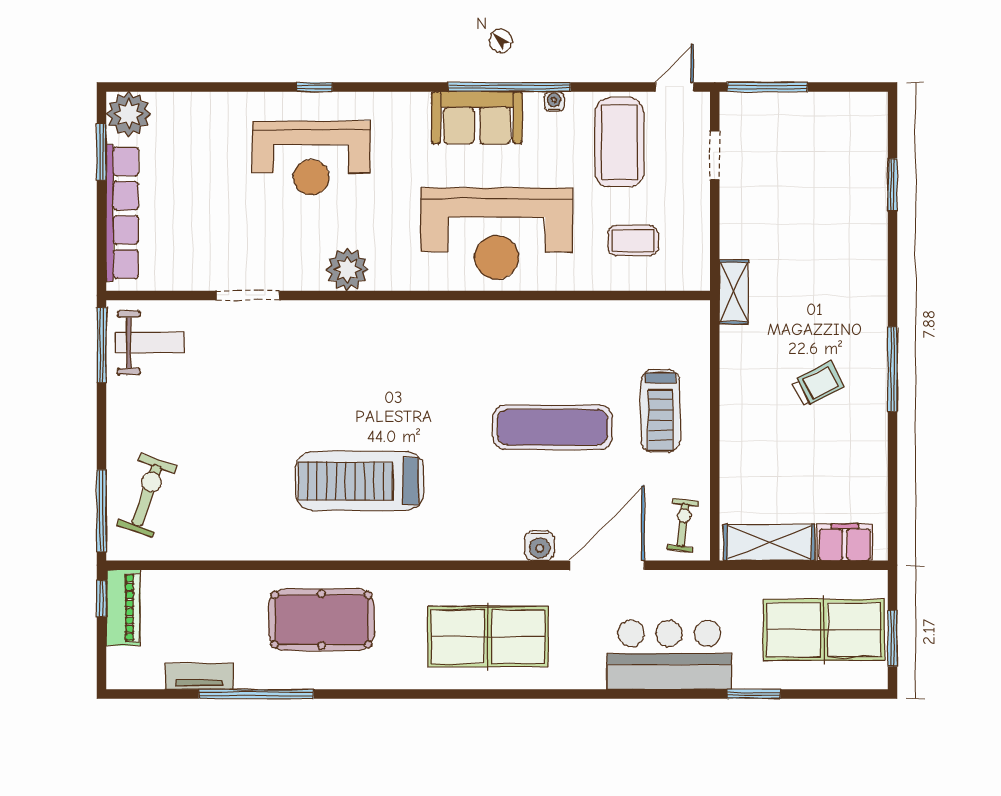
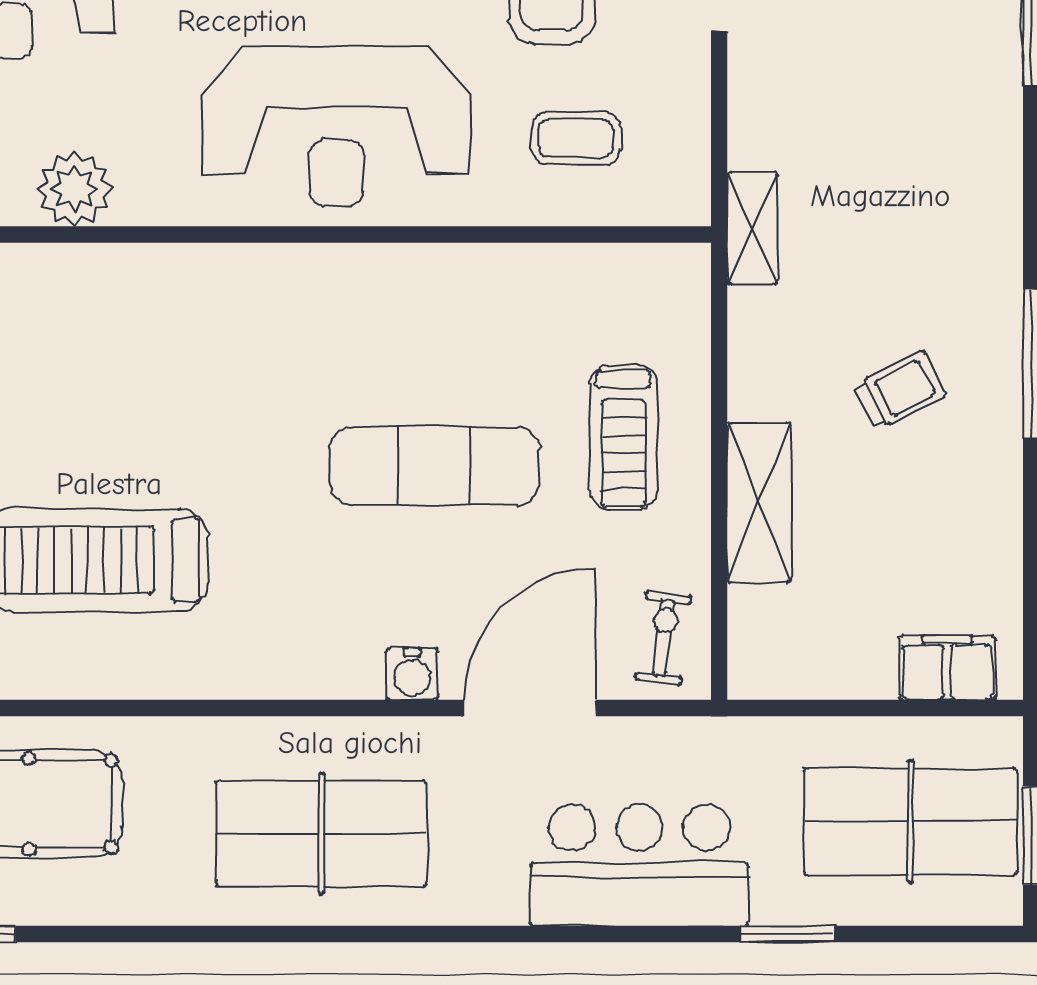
shelving: (769, 542) -> (759, 503), moved, turned 90

